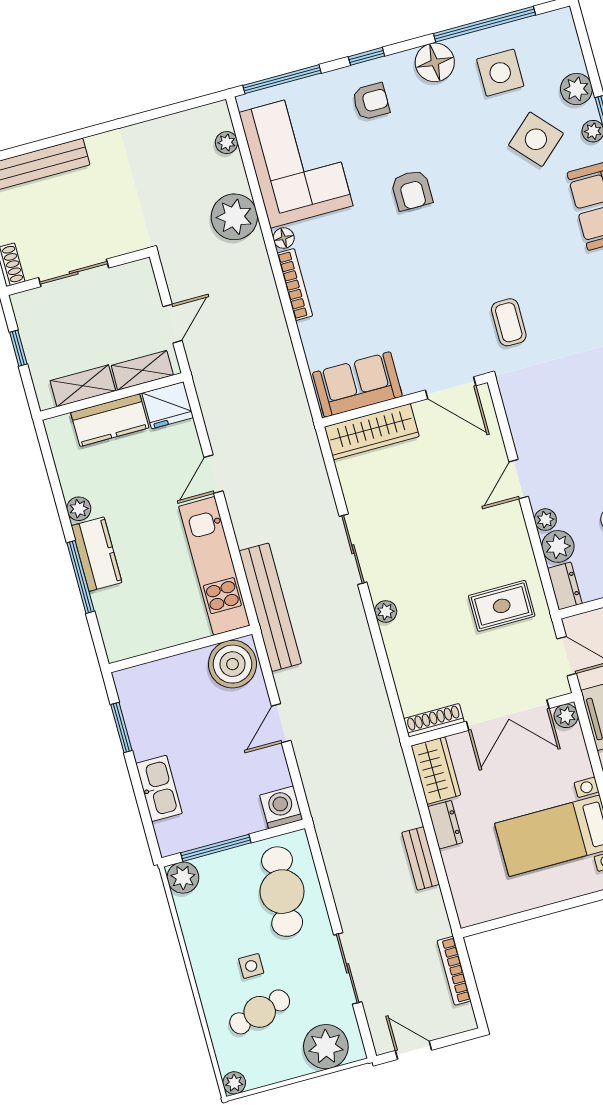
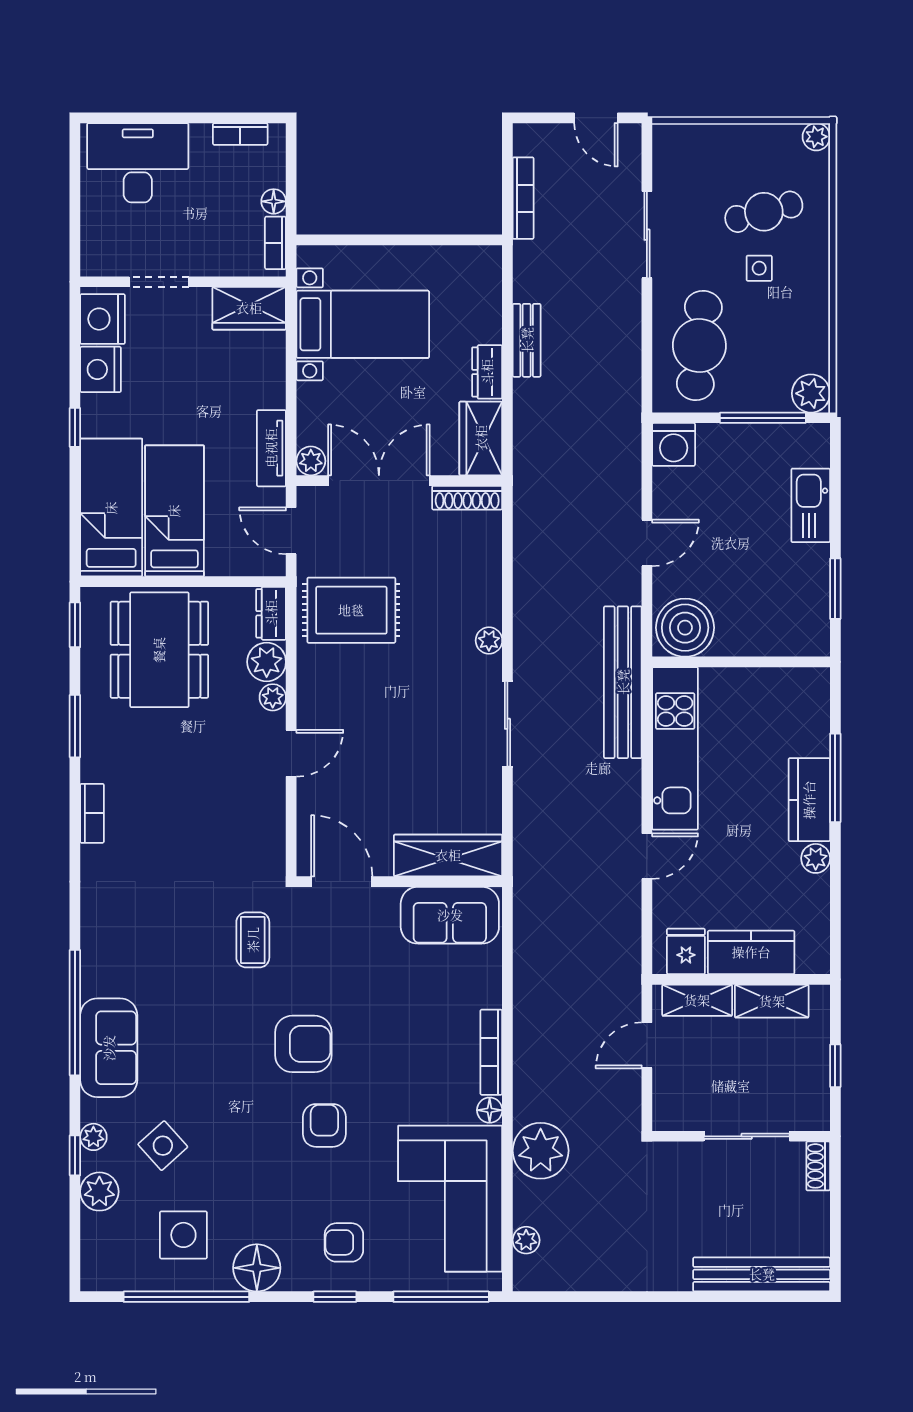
side table: (536, 139) -> (163, 1146), width x0.73, depth x0.73
armchair: (446, 251) -> (303, 1044), added
fridge: (168, 405) -> (686, 951), width x0.72
rug: (502, 606) -> (351, 610), width x1.36, depth x1.43
plant: (326, 1047) -> (697, 150), removed

